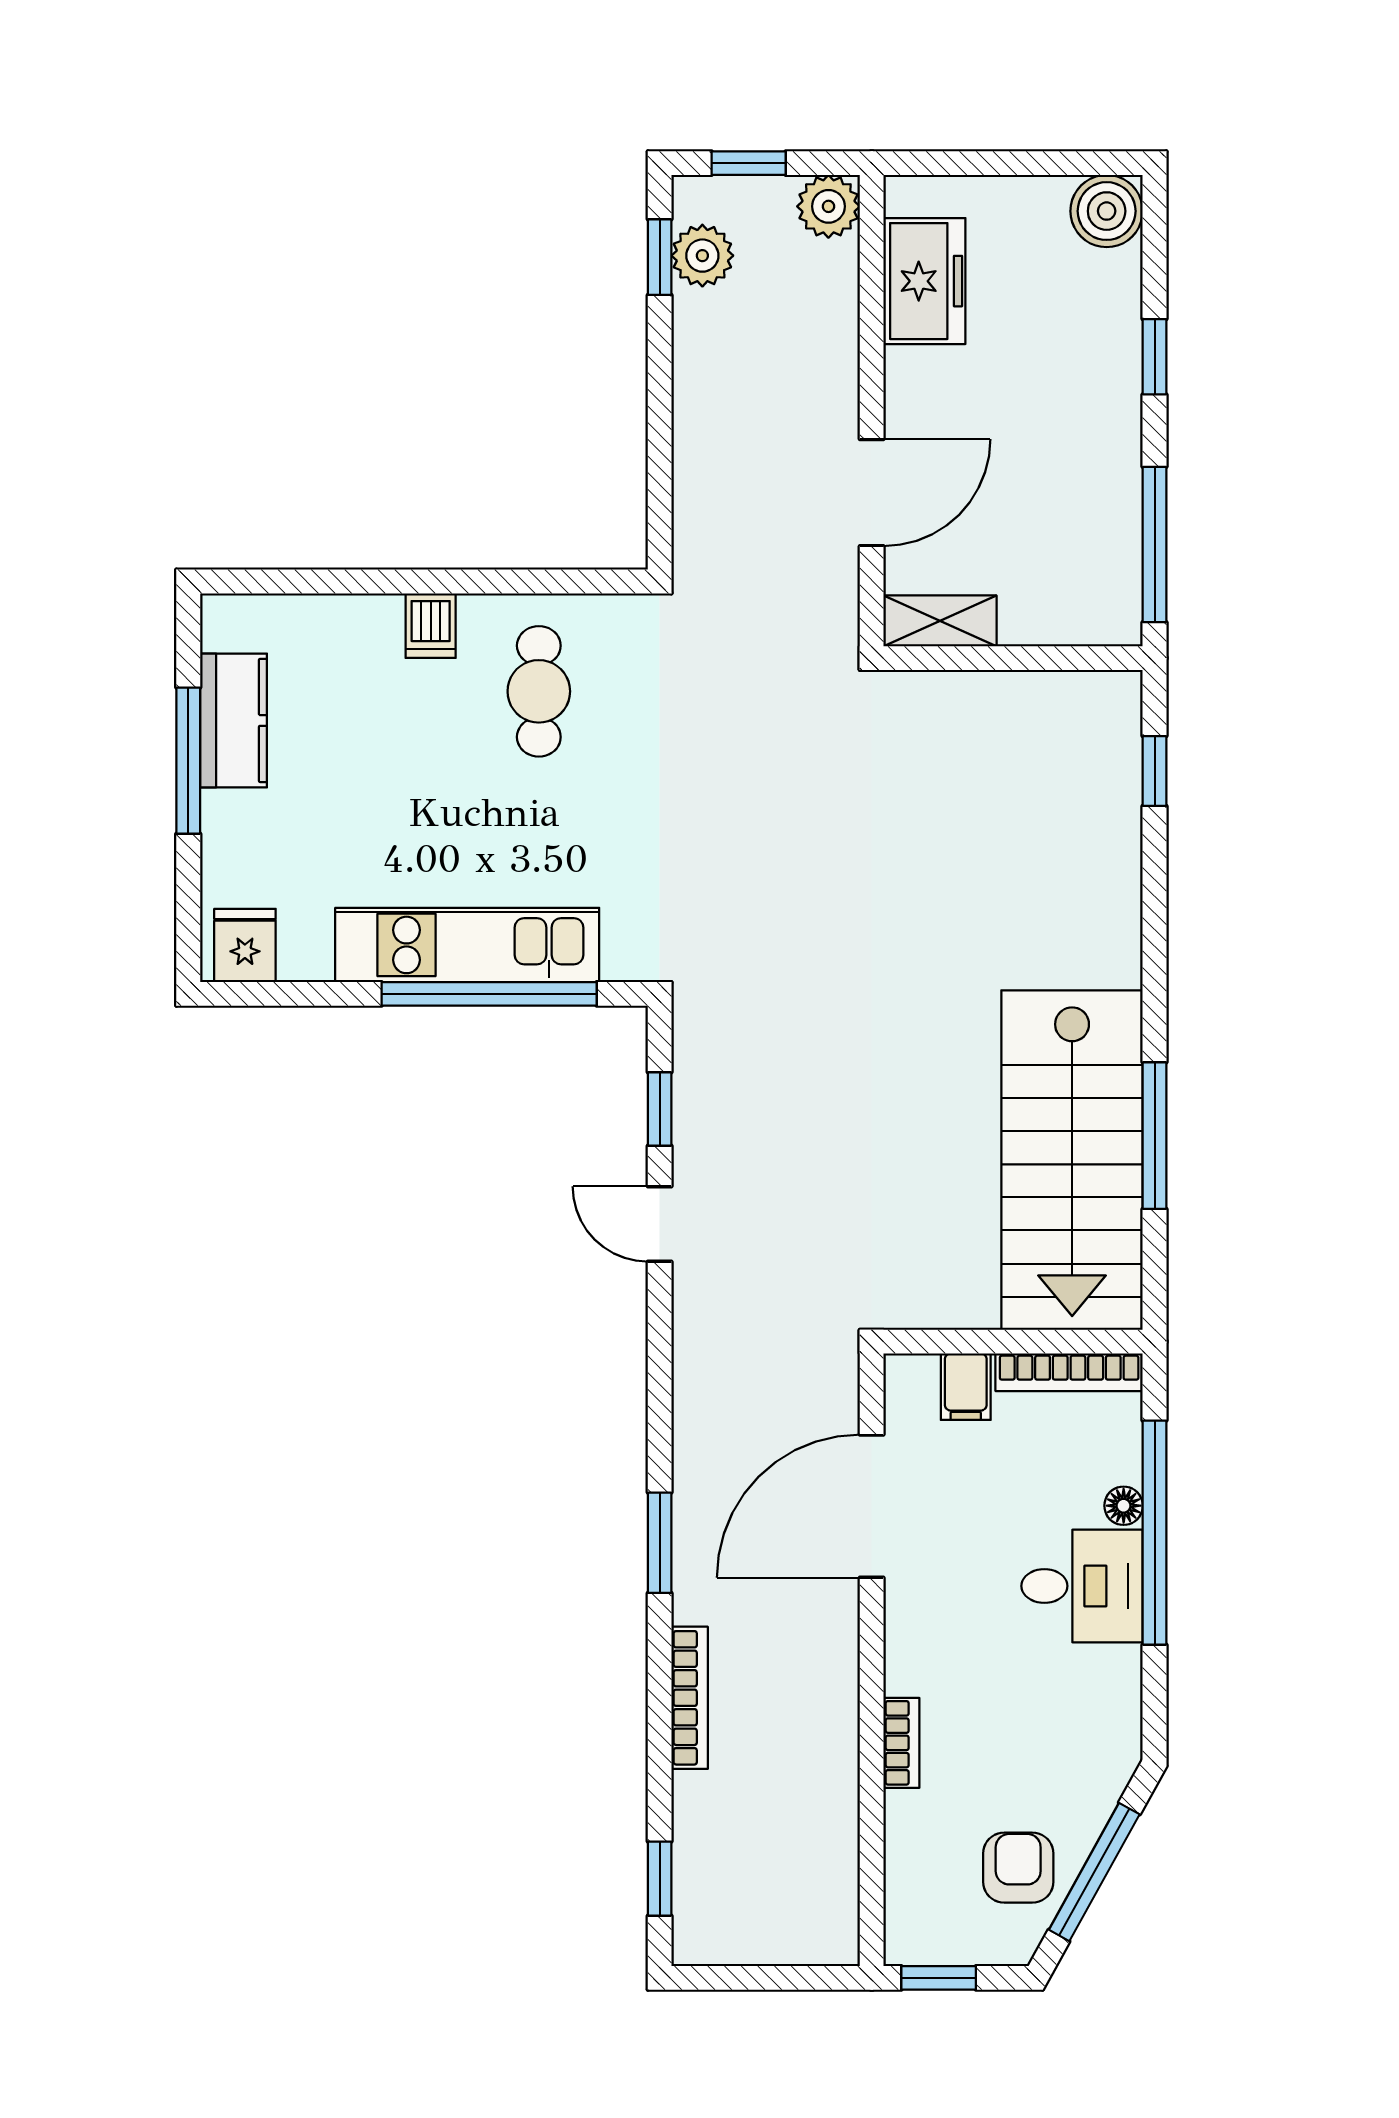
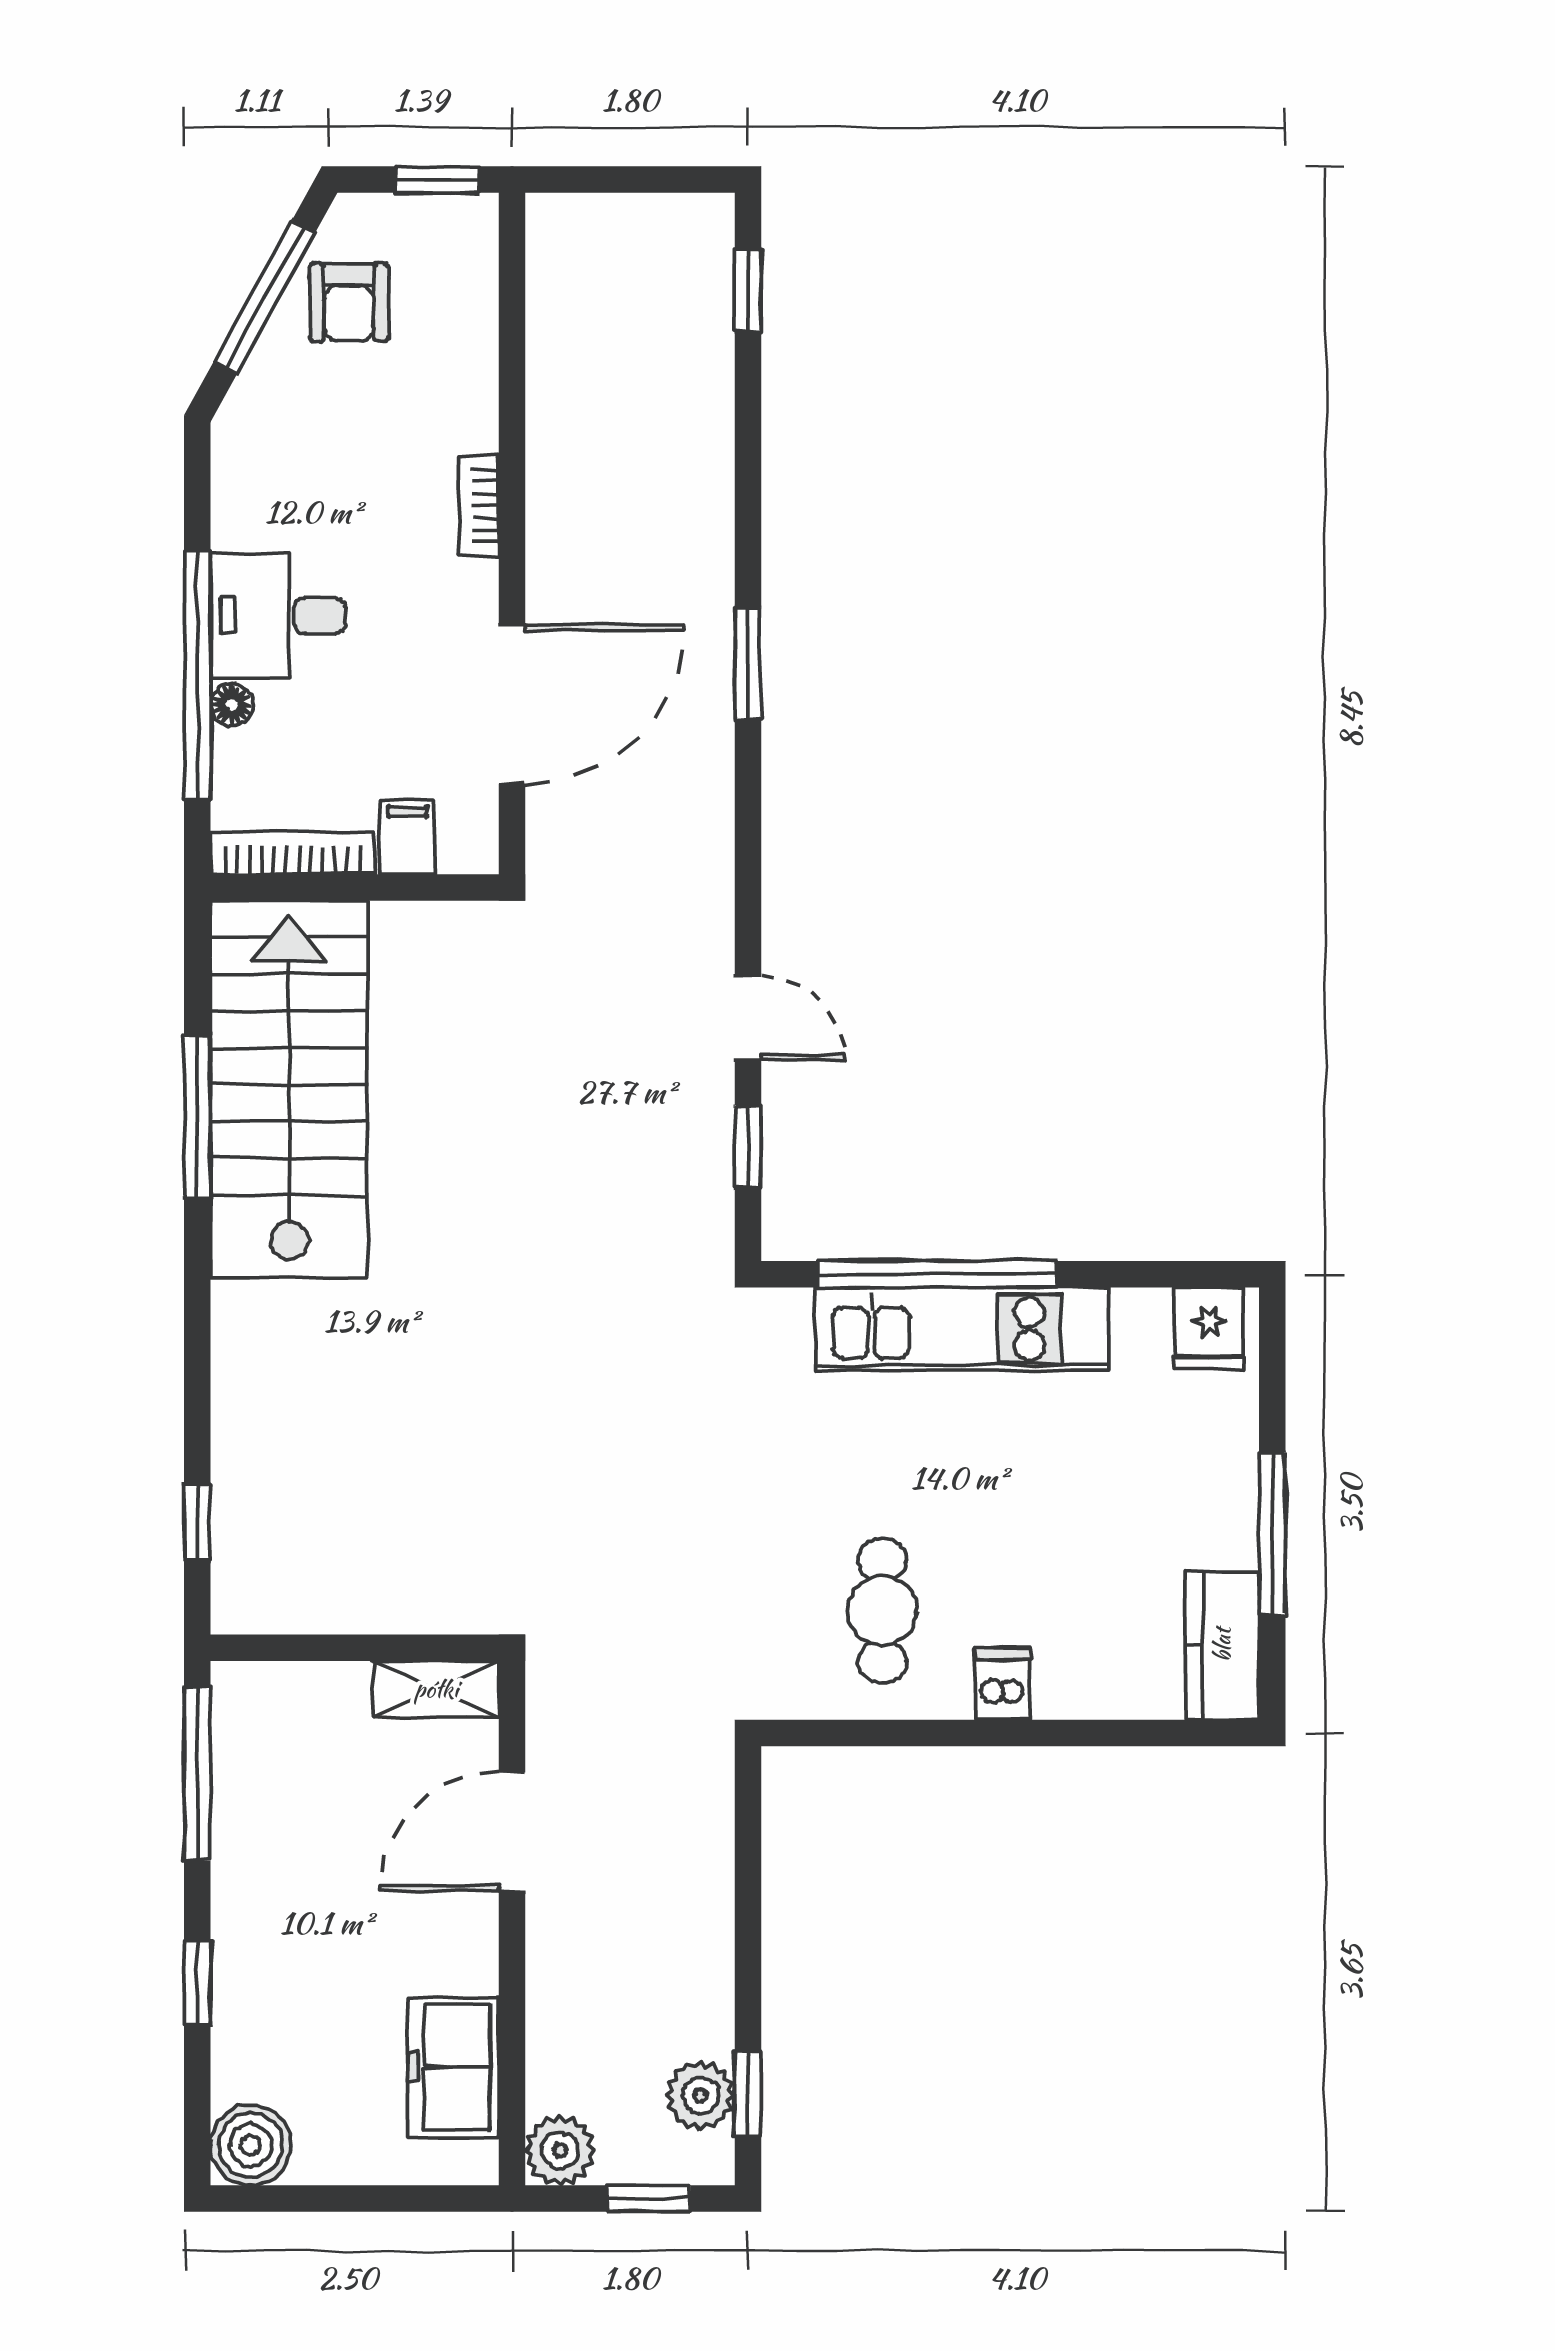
kitchen counter: (233, 720) -> (1222, 1645), moved
bookcase: (690, 1698) -> (715, 491), removed
bookcase: (901, 1743) -> (479, 506), moved

